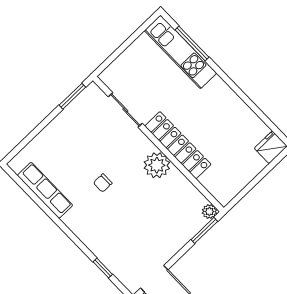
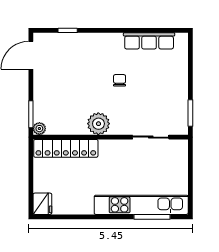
kitchen unit: (180, 52) -> (141, 205), width x1.36
locker: (178, 145) -> (66, 148), moved

